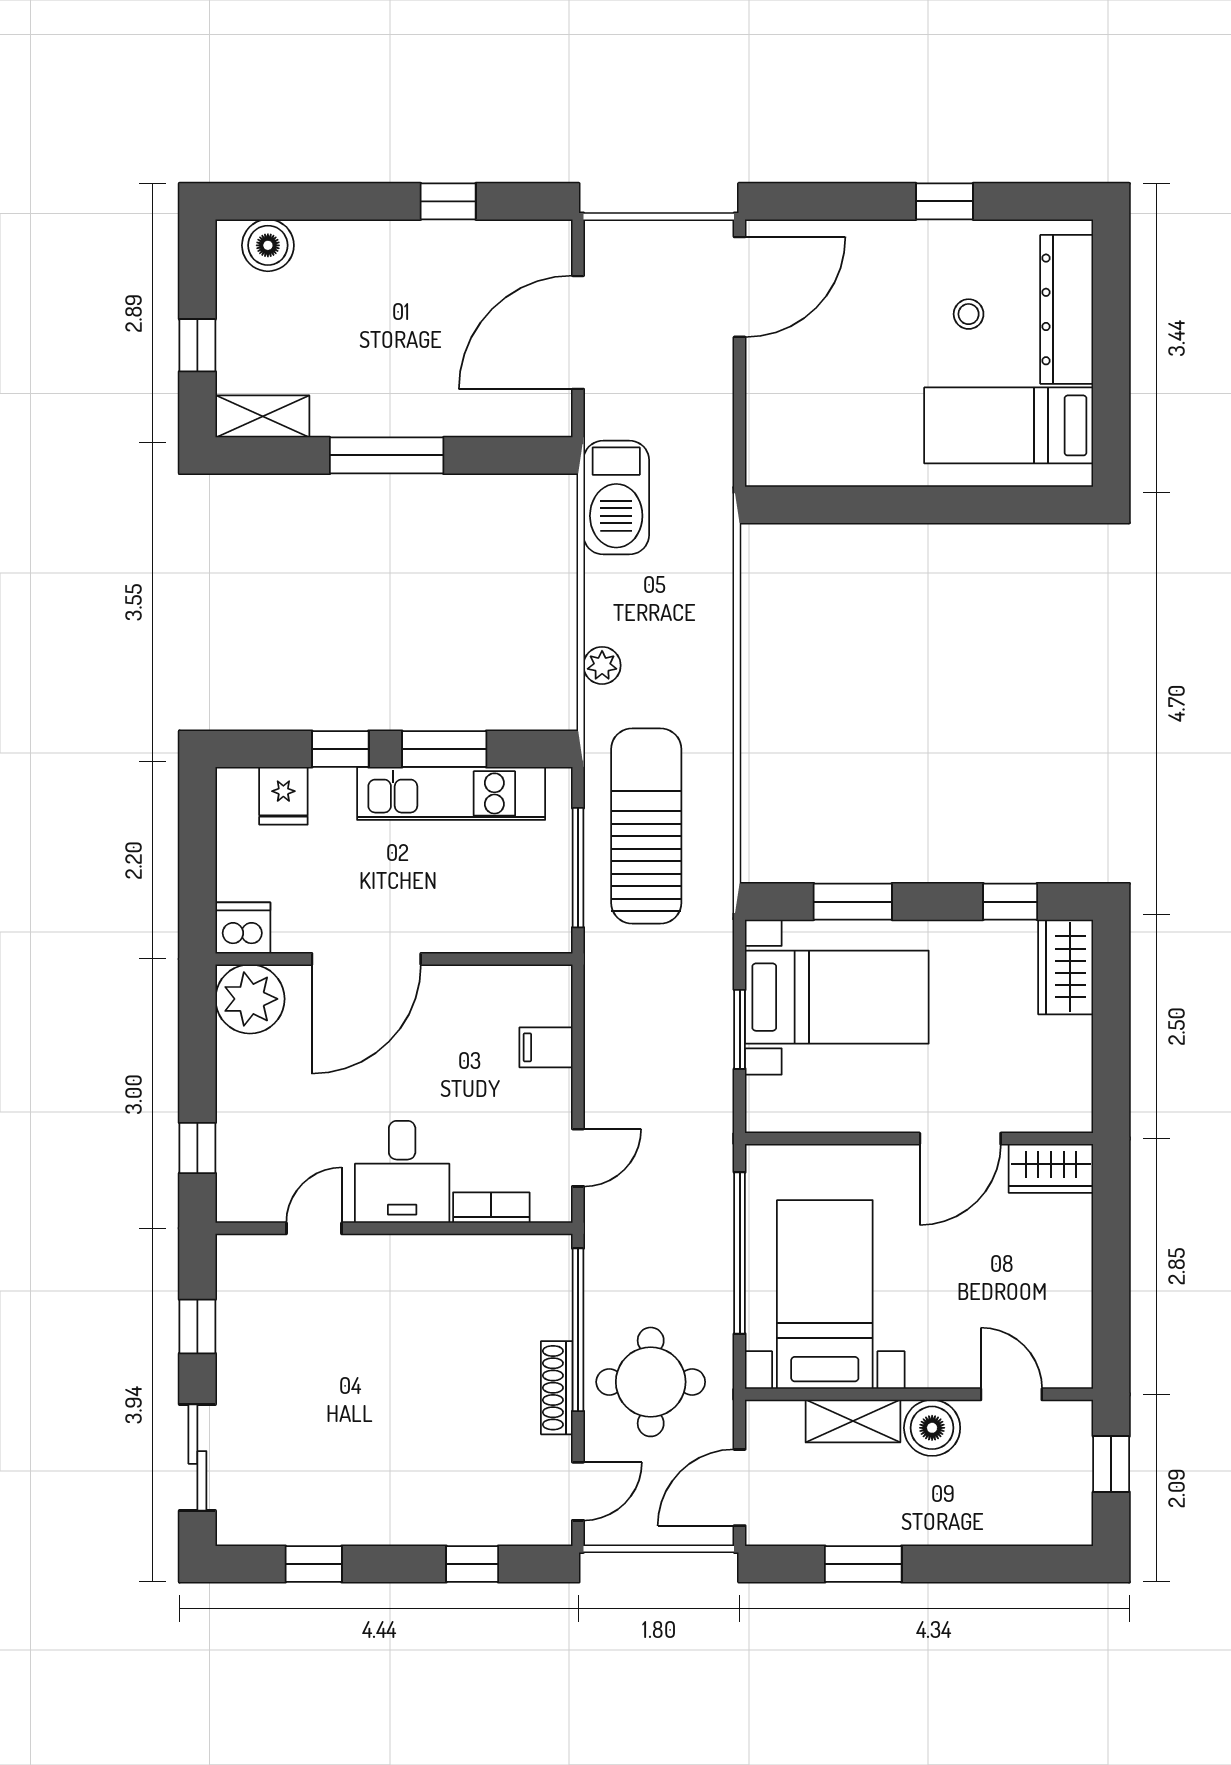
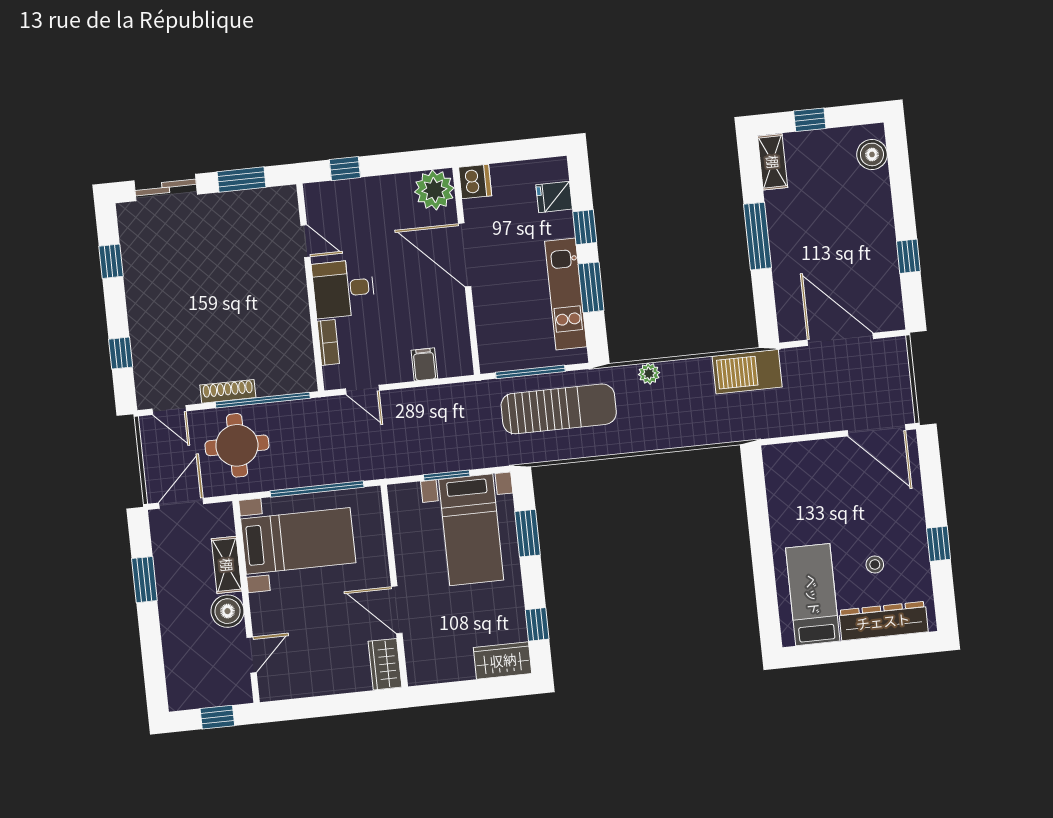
window: (197, 1326) -> (242, 179), width x1.50
door: (740, 1488) -> (181, 503), hinge flipped

